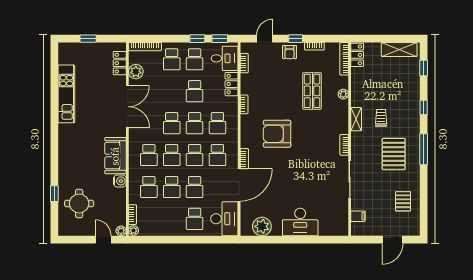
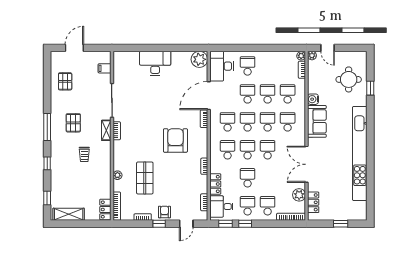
kitchen unit: (66, 94) -> (360, 154), width x1.86
shelving: (356, 119) -> (106, 130), moved
armchair: (277, 134) -> (175, 140), turned -90
pallet: (394, 154) -> (73, 123), width x0.67, depth x0.71
plant: (262, 226) -> (199, 59), moved

